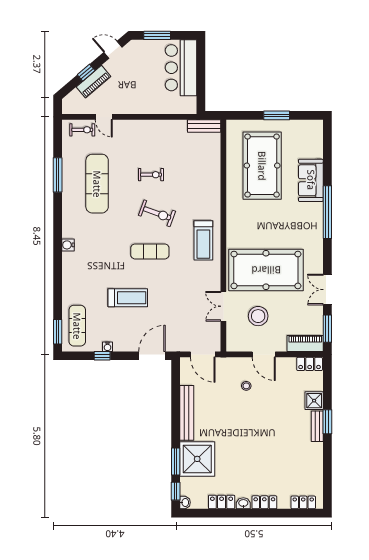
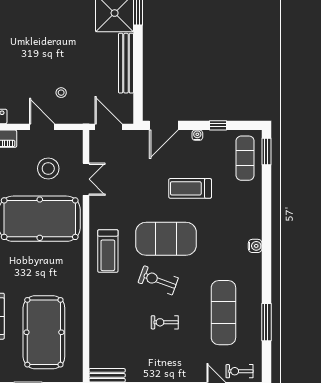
treadmill: (203, 240) -> (108, 251), turned 180
exercise mat: (150, 251) -> (166, 239), width x2.00, depth x1.45
water cooler: (107, 347) -> (197, 135), moved

